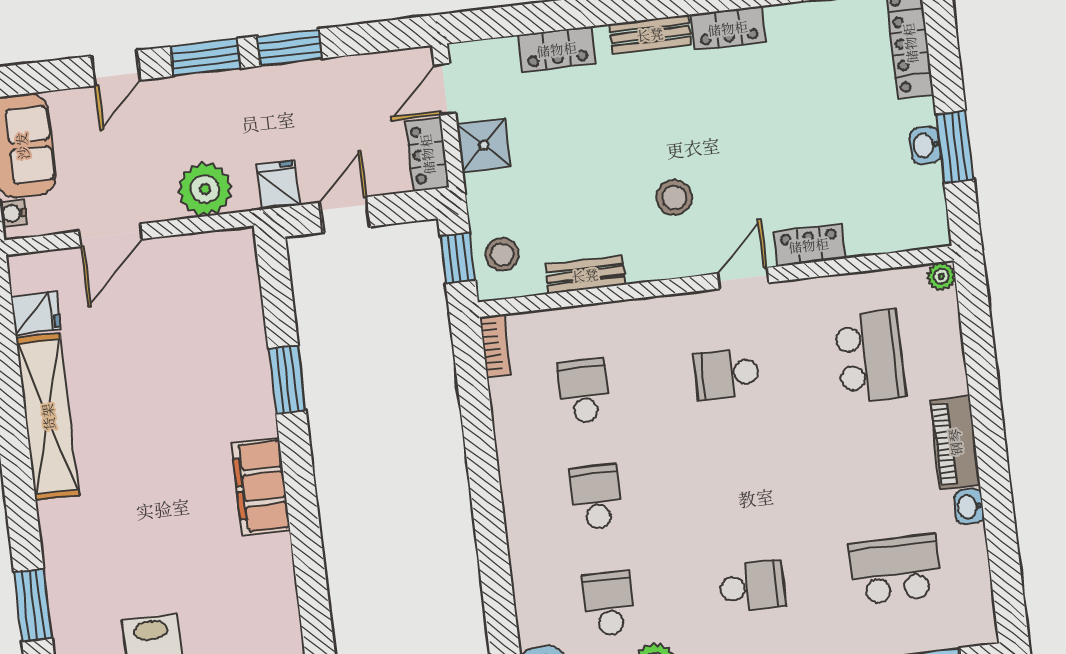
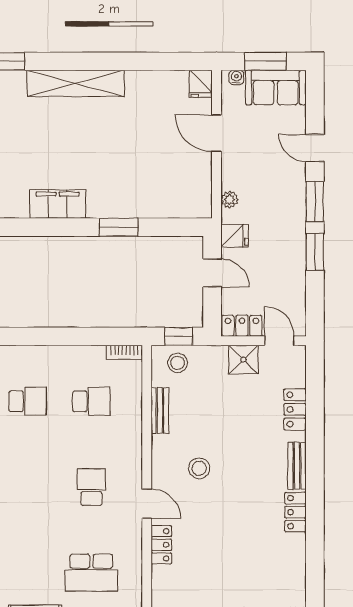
plant: (205, 189) -> (230, 200), width x0.53, depth x0.53
fridge: (36, 313) -> (201, 84), moved
shelving: (48, 417) -> (76, 83), moved

